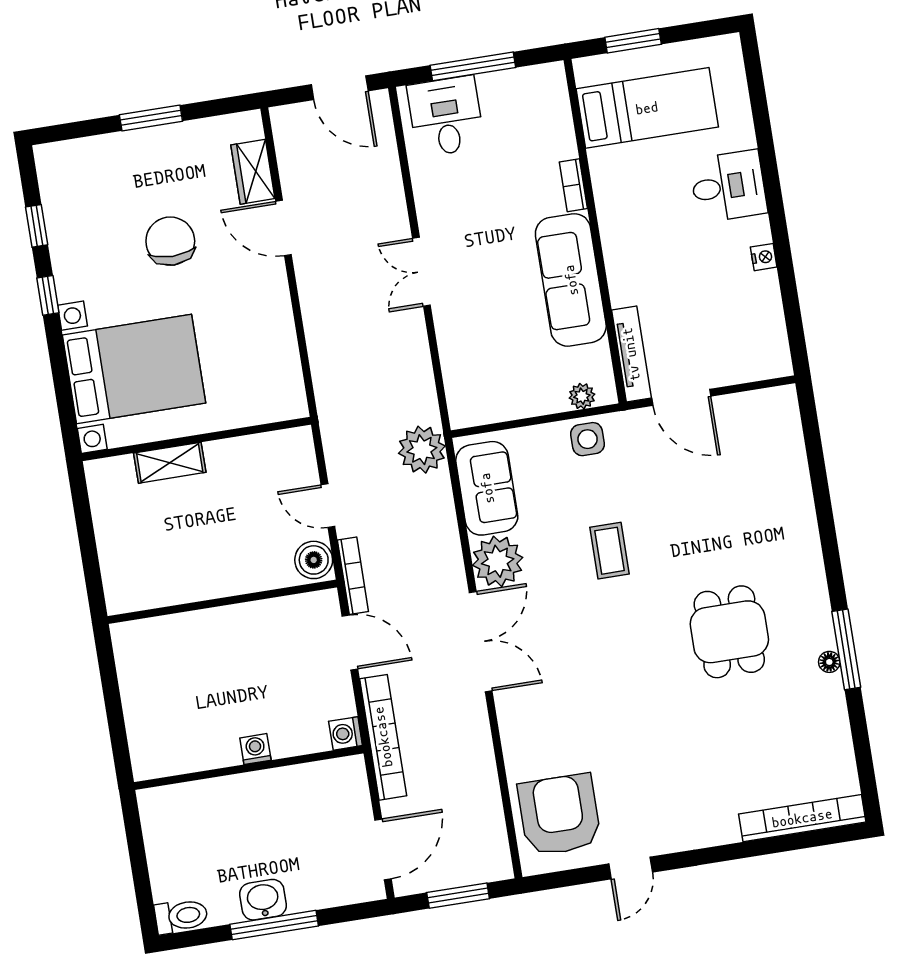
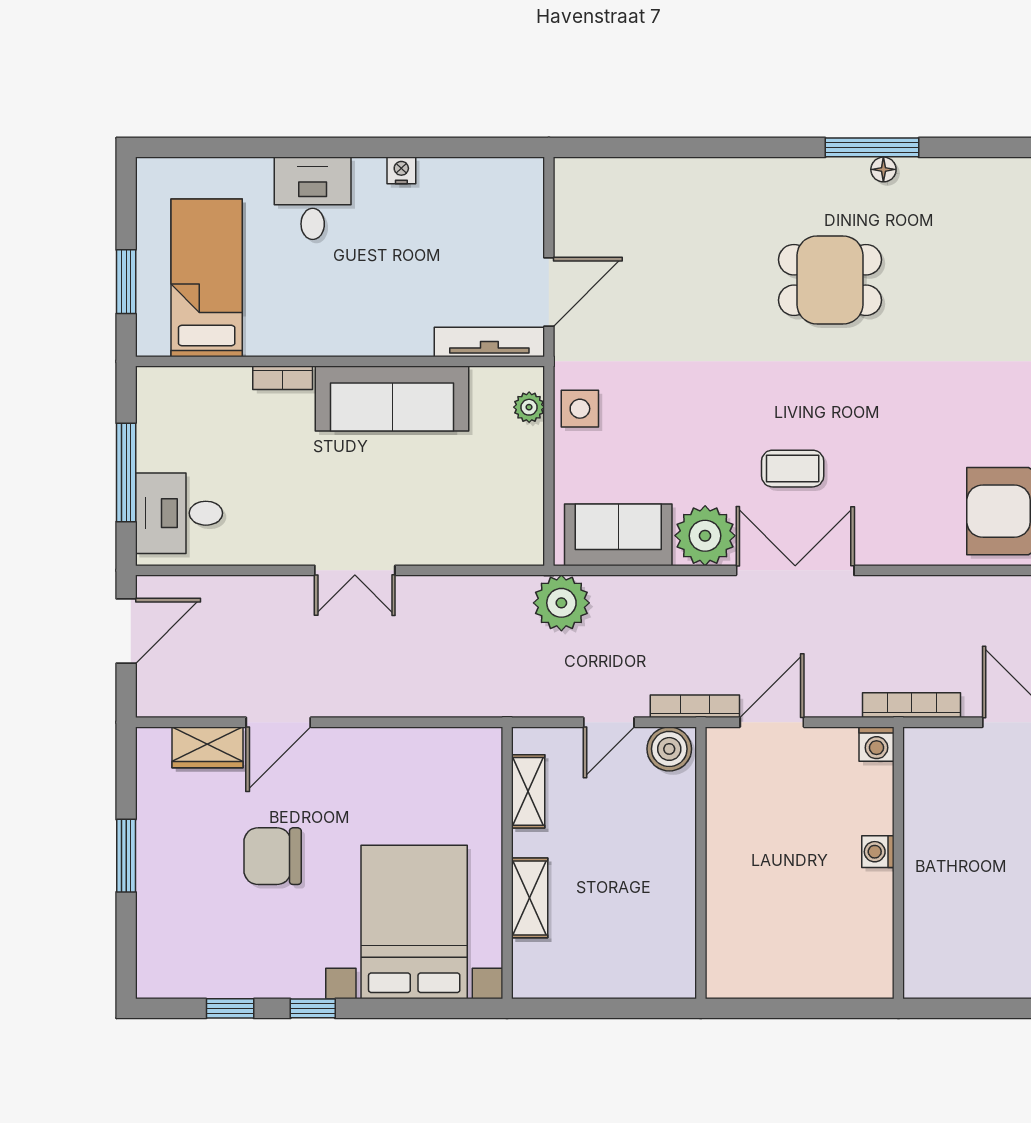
shelving: (259, 447) -> (528, 791), added
coffee table: (610, 551) -> (793, 469), moved
bookcase: (383, 737) -> (912, 705), width x0.68, depth x0.76

